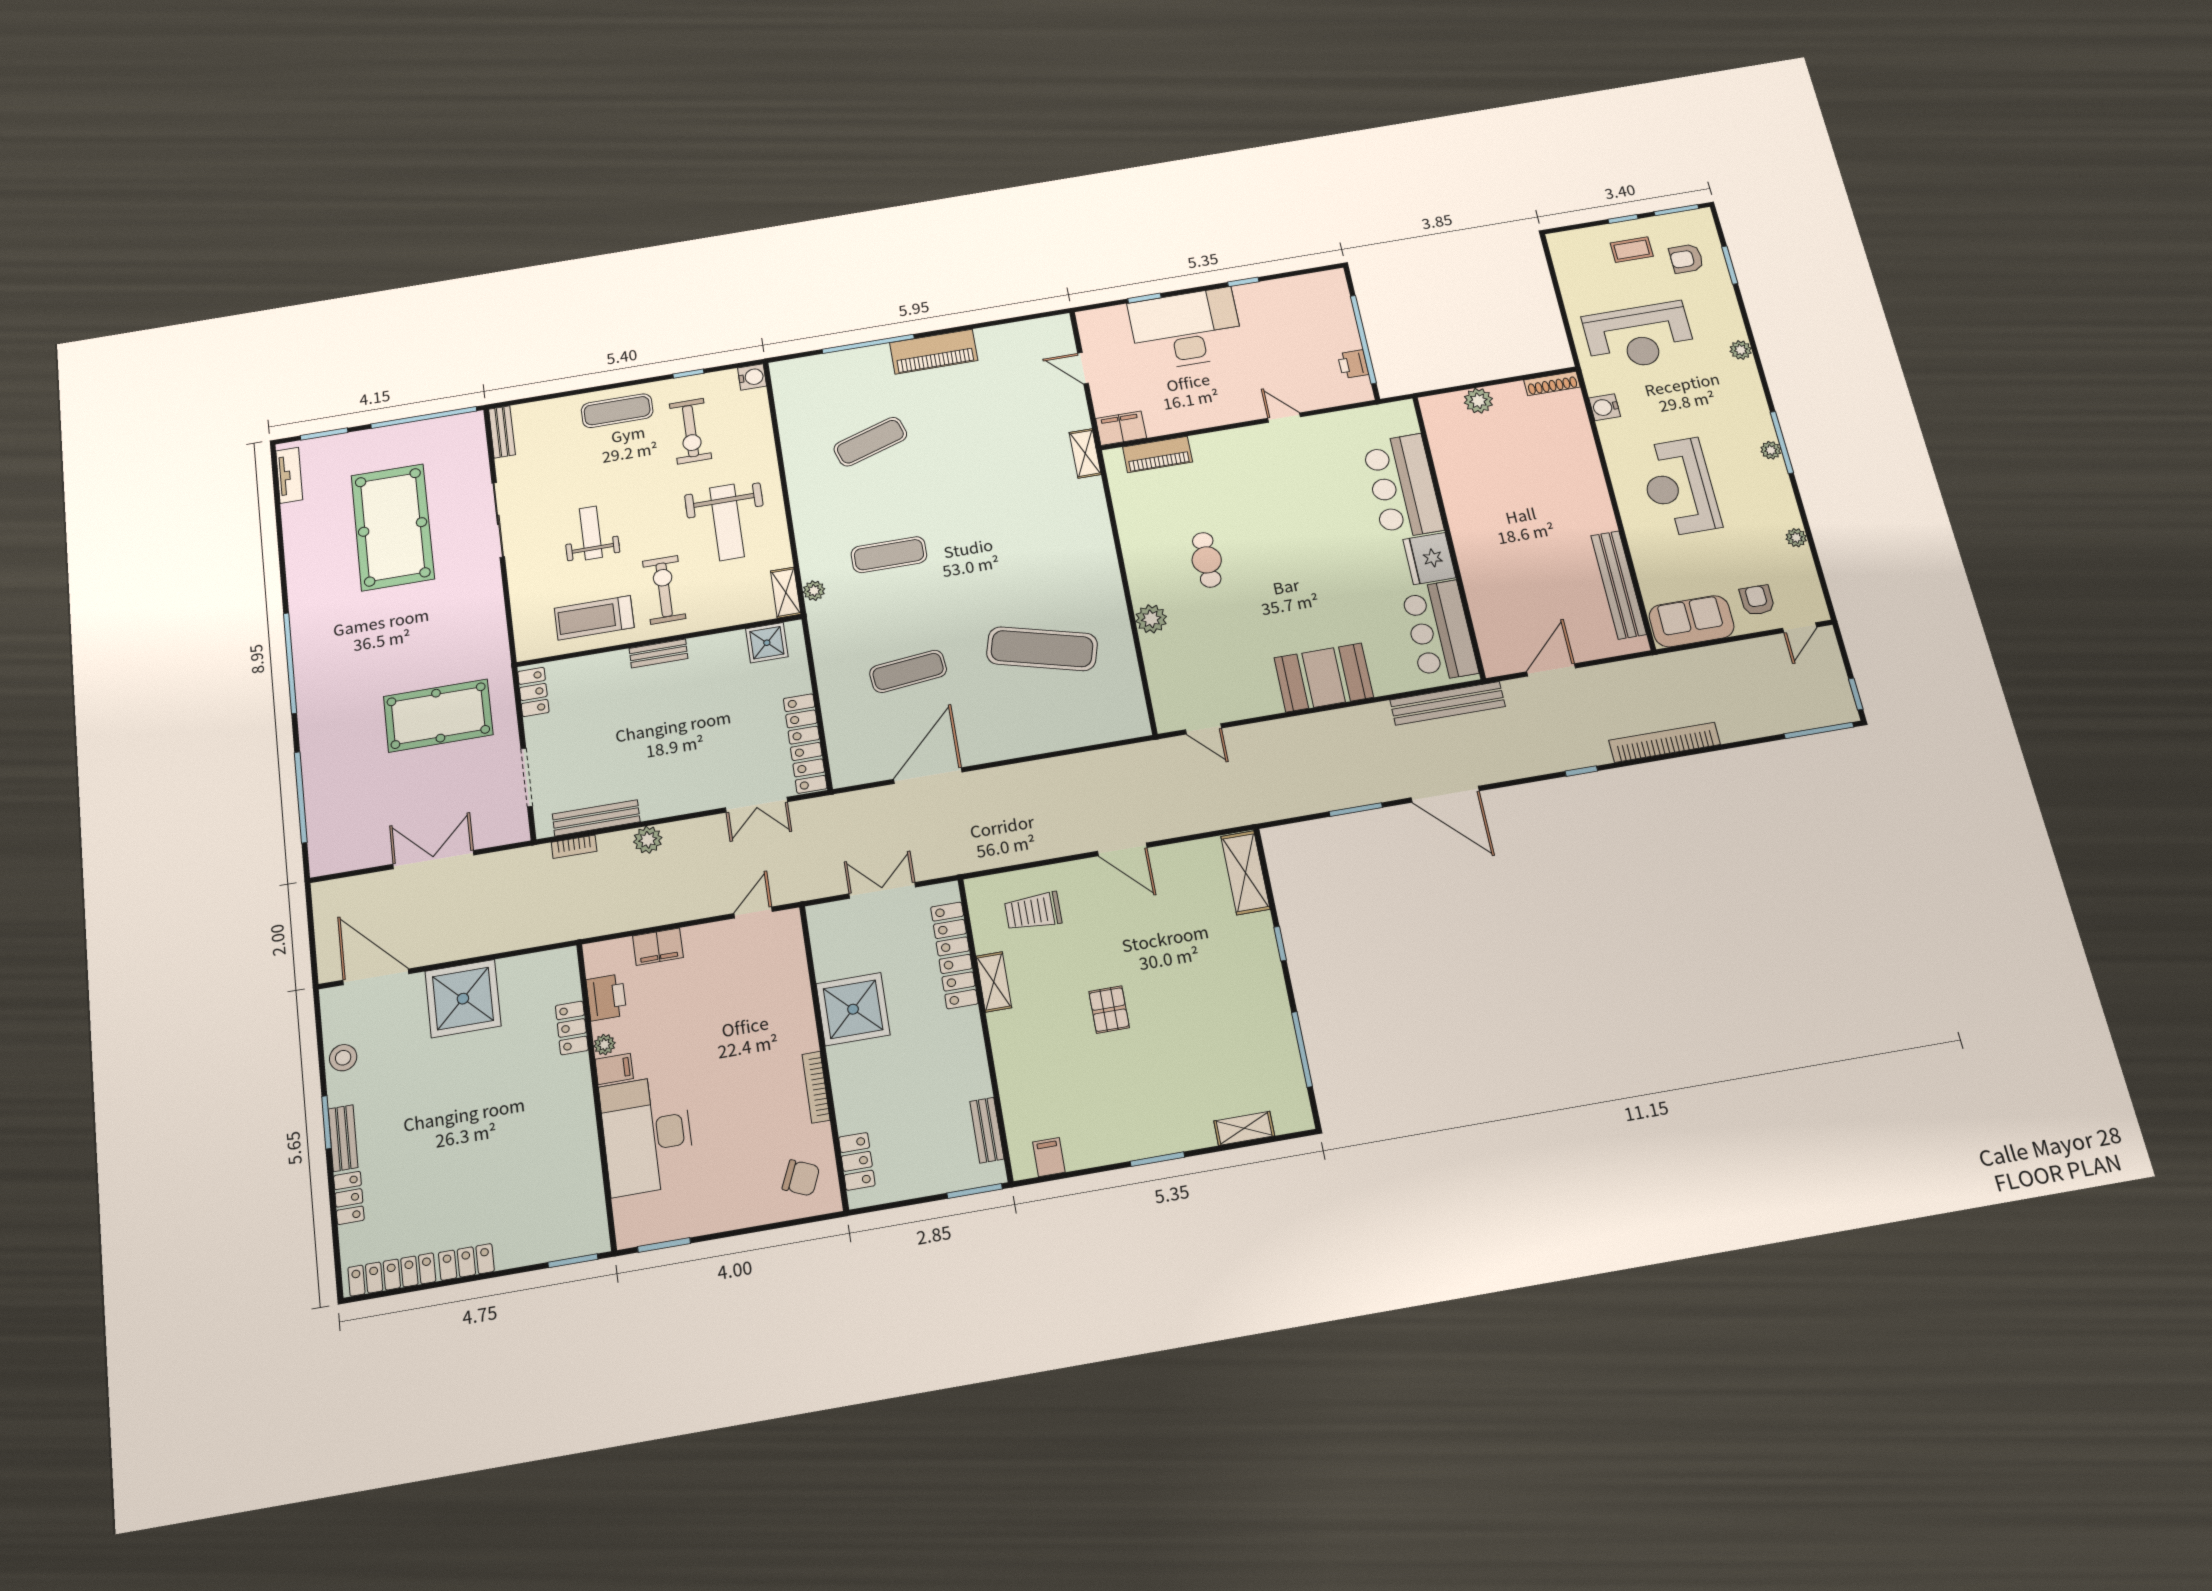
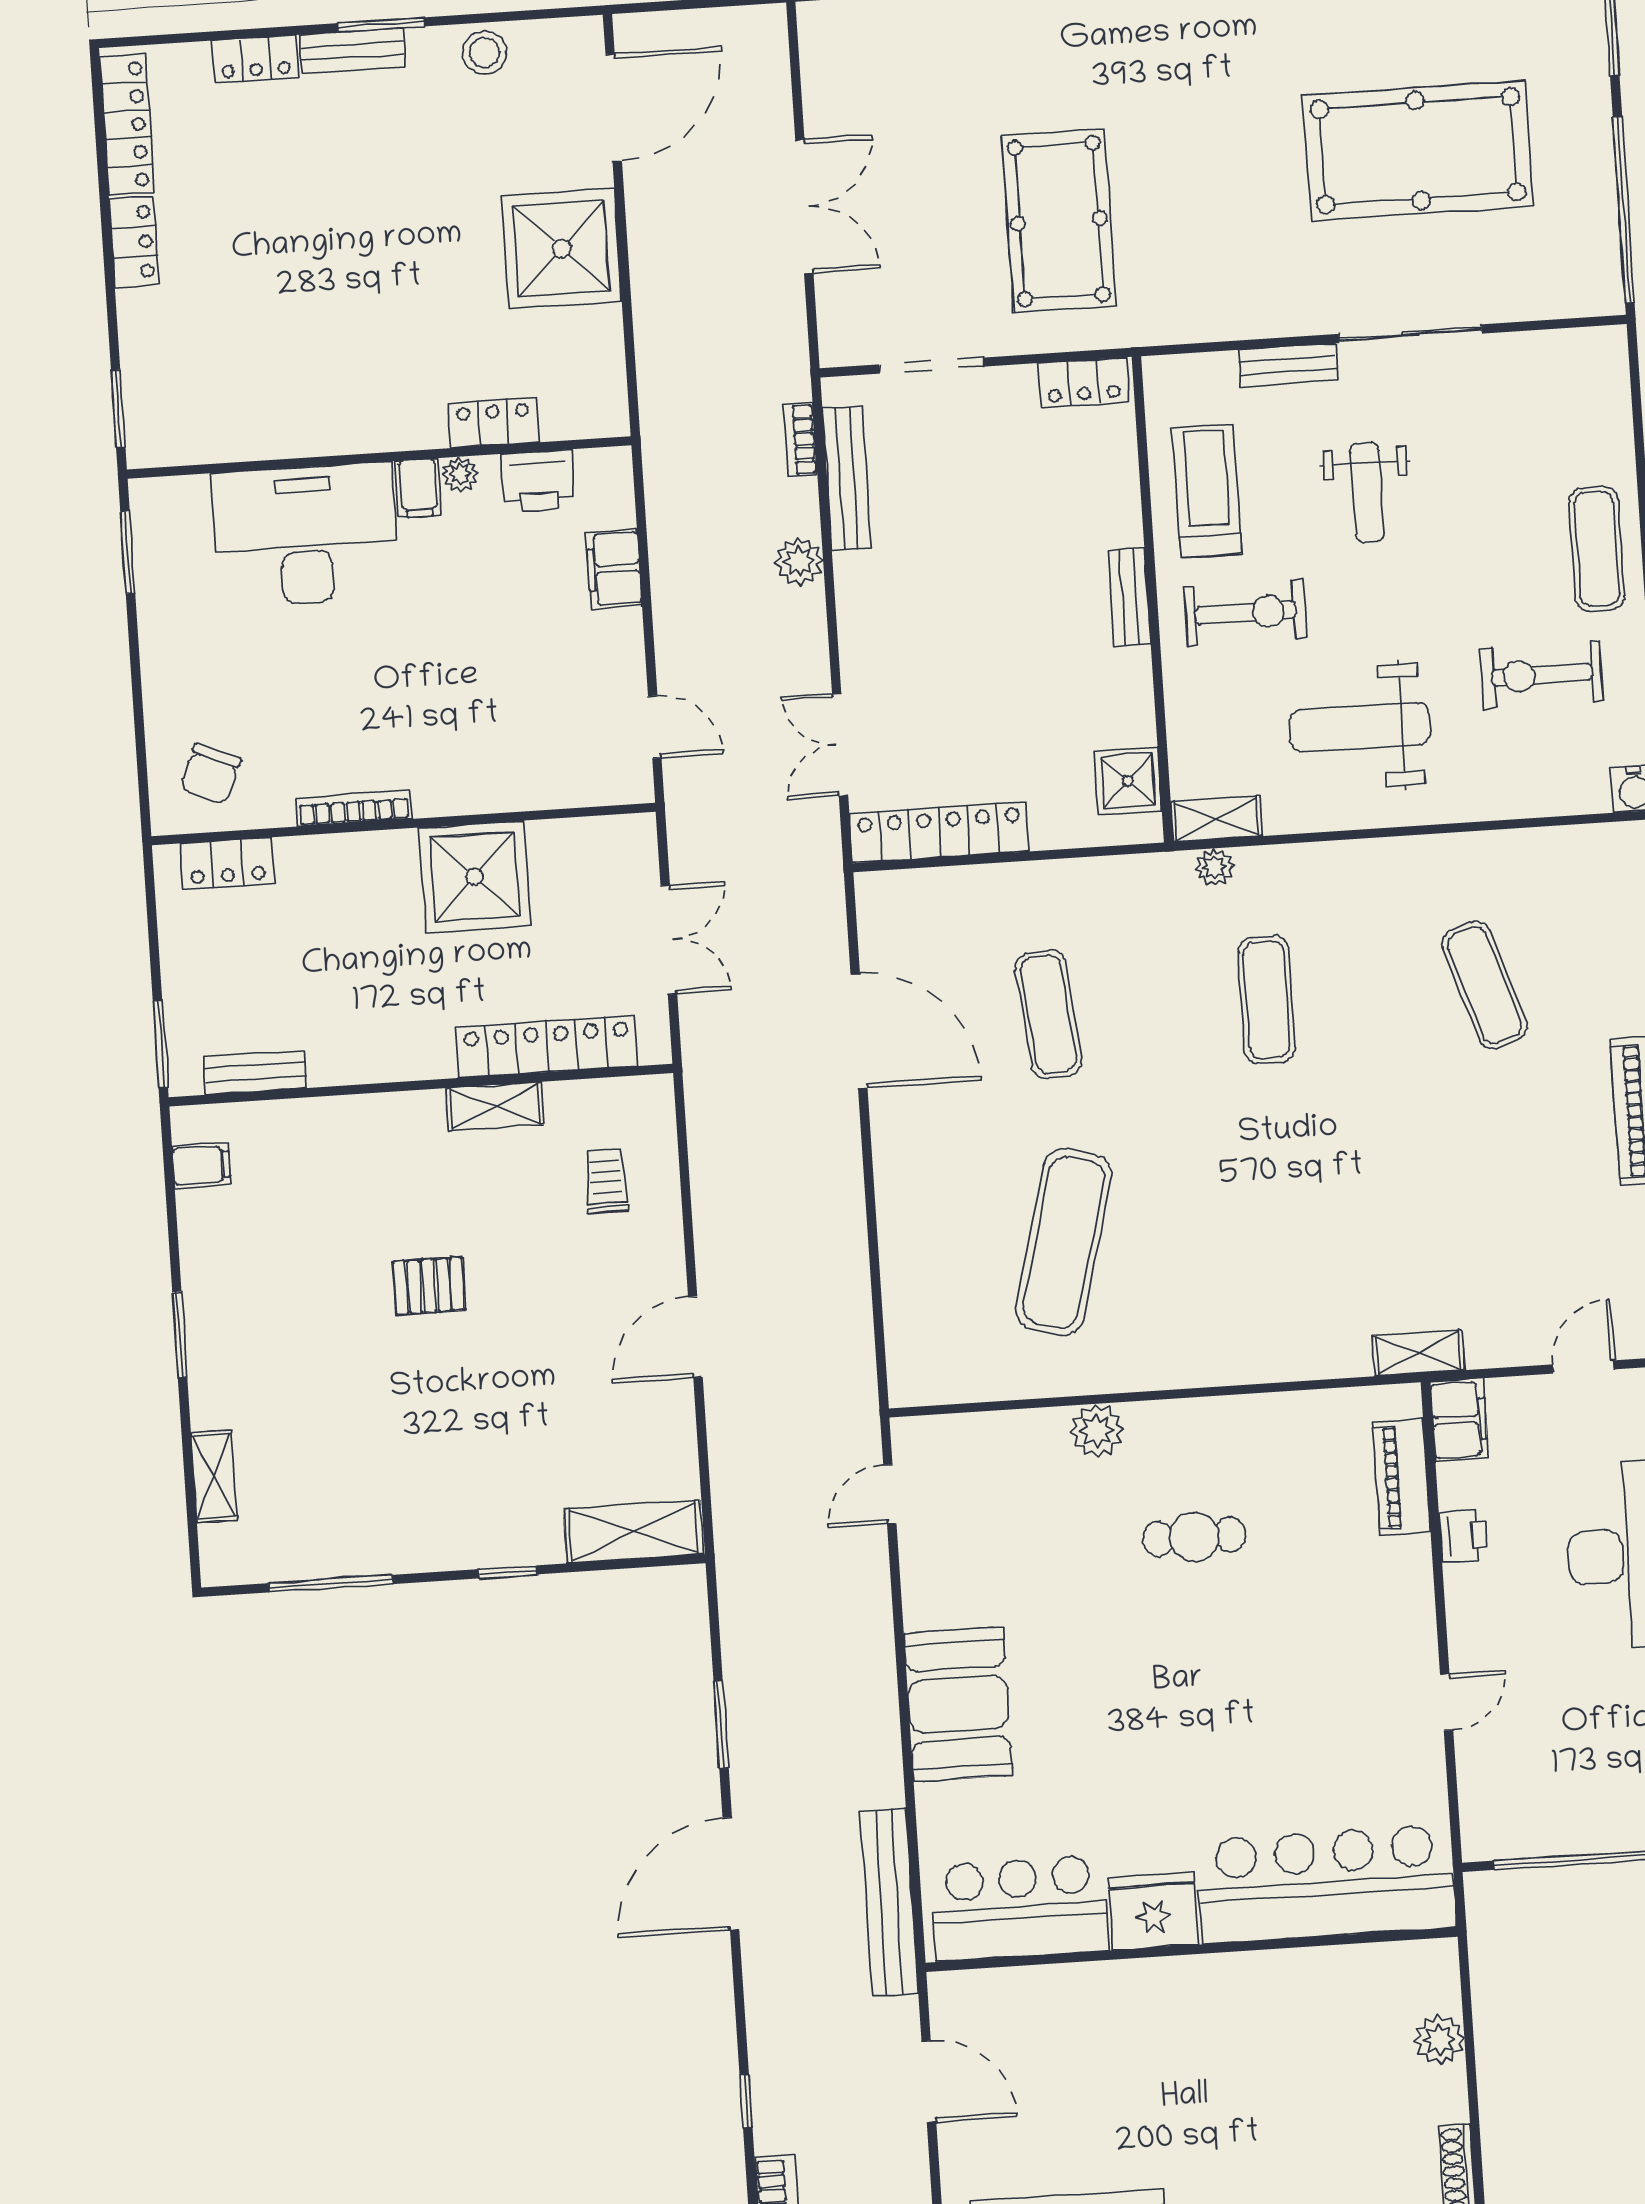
printer: (1353, 364) -> (1463, 1536), moved, turned 90
bench: (502, 432) -> (1288, 365), moved
bar counter: (1403, 486) -> (1326, 1884), width x1.36
weight bench: (591, 533) -> (1367, 493), turned 90
trolley: (1033, 911) -> (606, 1181), width x0.73, depth x0.72

